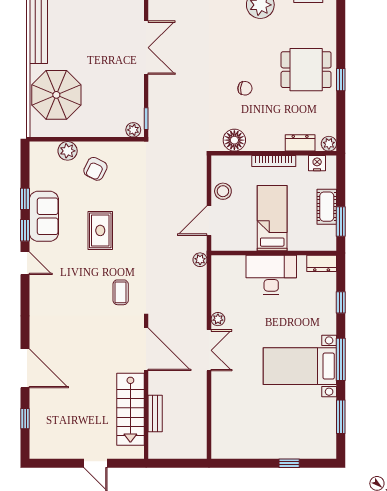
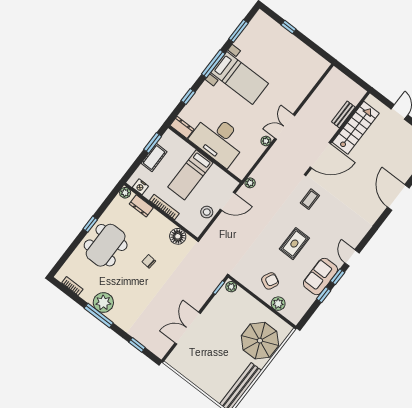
dining table: (306, 70) -> (106, 245), width x1.38
desk: (271, 275) -> (218, 140), width x1.36, depth x1.30
door: (146, 349) -> (320, 155), swing flipped

